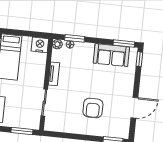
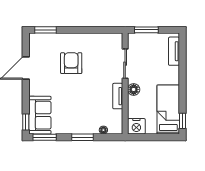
window: (75, 38) -> (82, 137), moved
plant: (57, 44) -> (117, 129), removed
sofa: (111, 55) -> (40, 115), moved, turned 90
floor lamp: (39, 78) -> (134, 89), added

